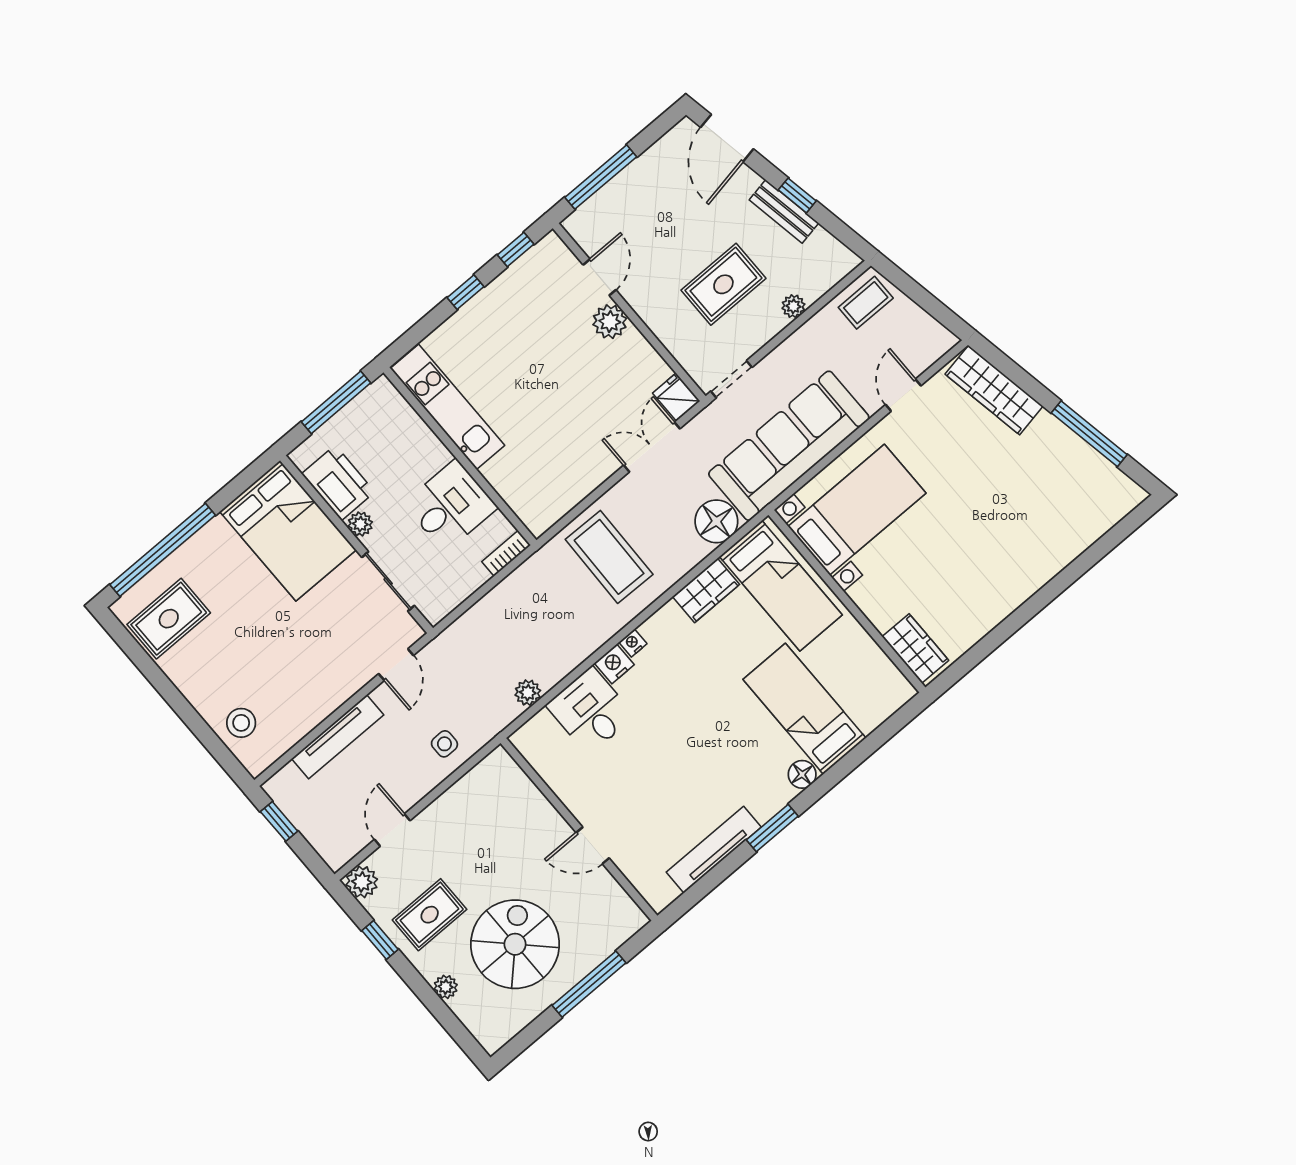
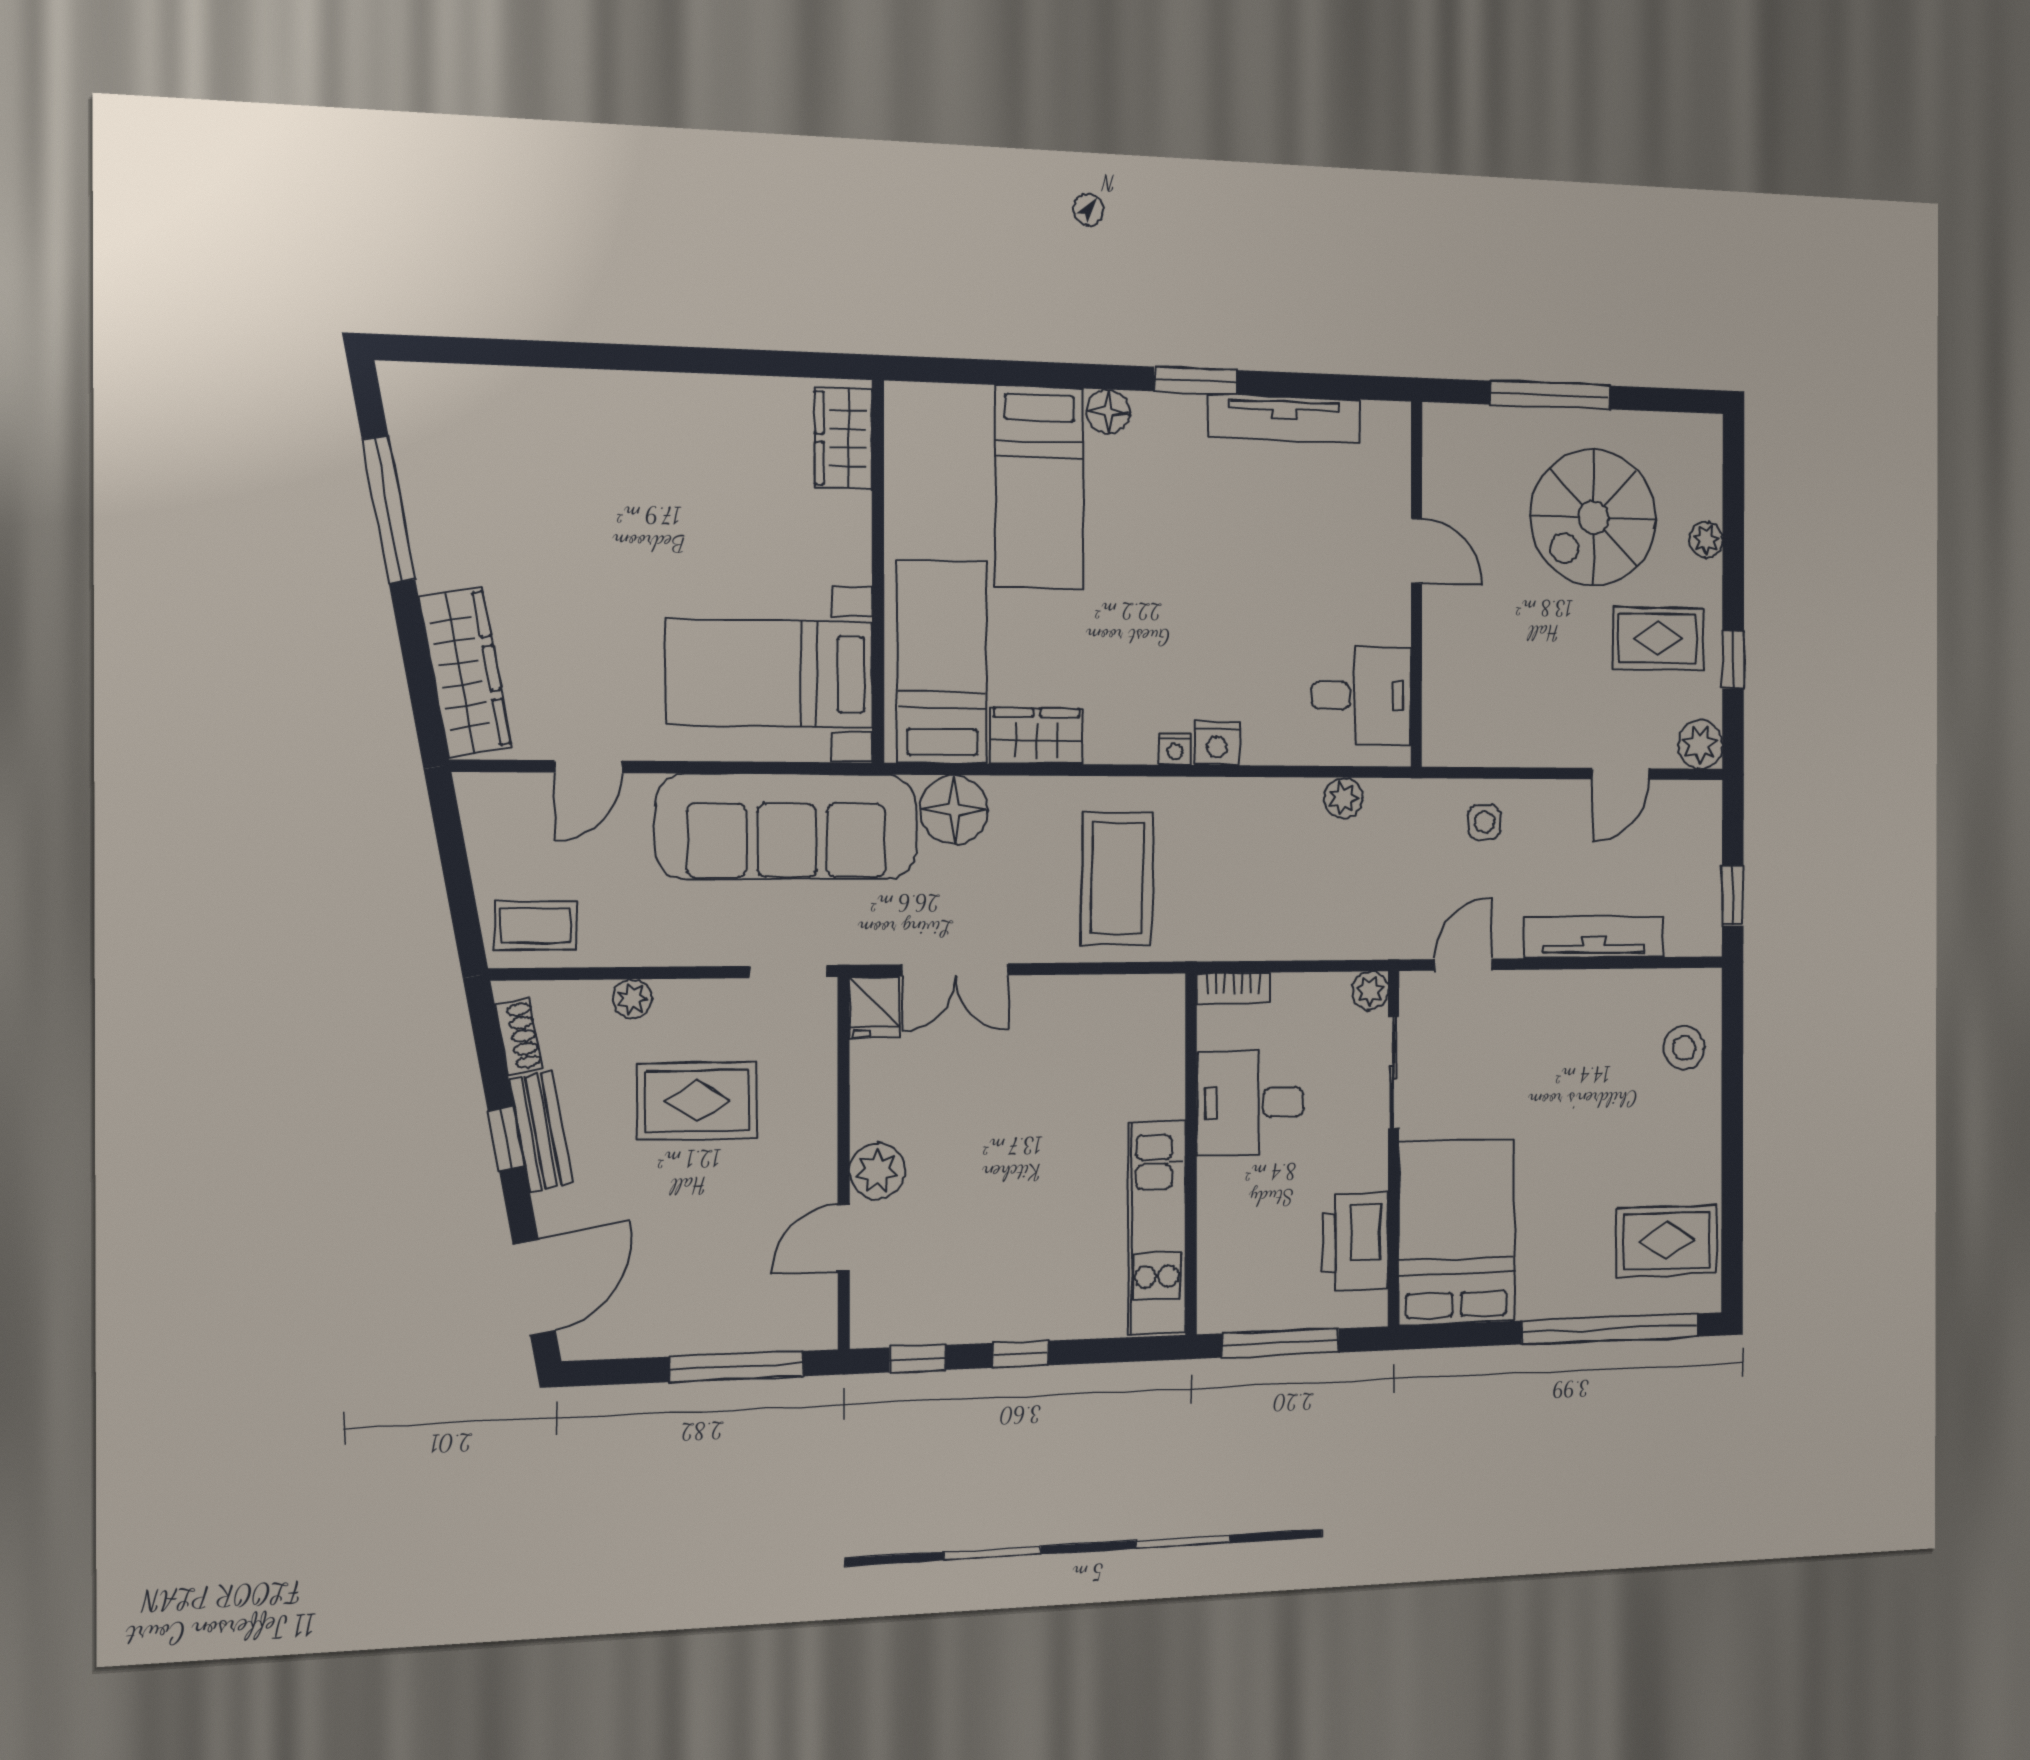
shoe rack: (831, 246) -> (519, 1037), added
plant: (360, 524) -> (1370, 991), moved
desk: (590, 711) -> (1362, 696), moved, turned -90

